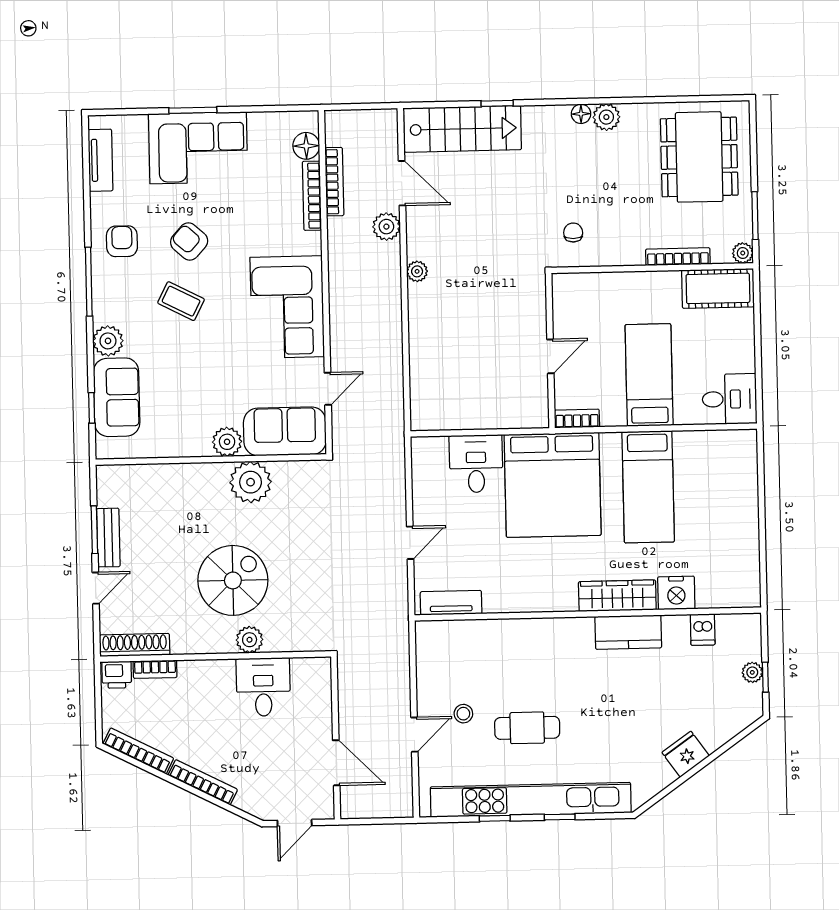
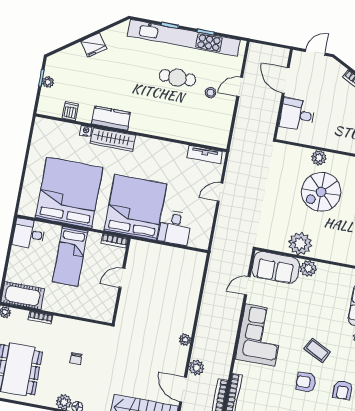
chair: (573, 232) -> (76, 358), moved
armchair: (189, 242) -> (306, 382), turned 138
bookcase: (678, 257) -> (41, 318), width x0.64
bed: (648, 487) -> (69, 193), width x2.04
nightstand: (676, 593) -> (86, 131), width x0.53, depth x0.56
desk: (263, 687) -> (297, 115), moved, turned 90

